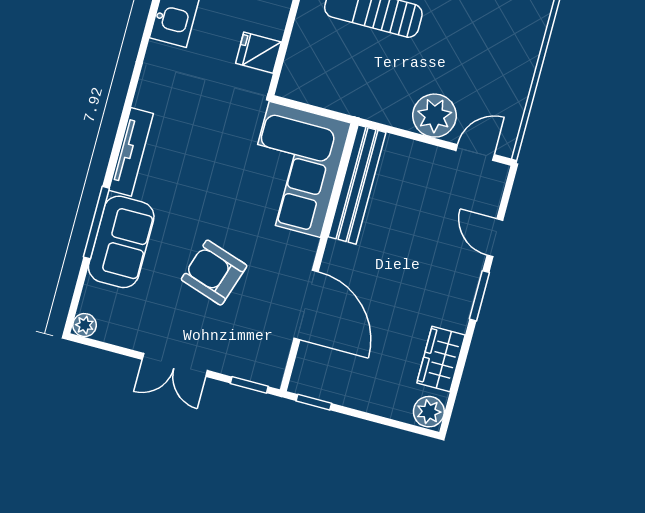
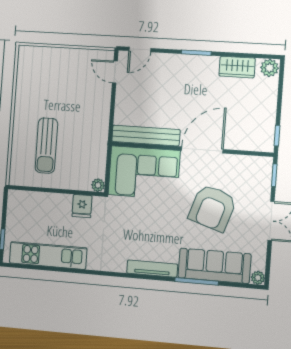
plant: (435, 116) -> (98, 185), moved, width x0.53, depth x0.53
door: (495, 238) -> (140, 50), moved
sofa: (121, 242) -> (214, 266), width x1.36
armchair: (214, 273) -> (212, 208), width x1.36, depth x1.36
door: (306, 305) -> (202, 150), moved

